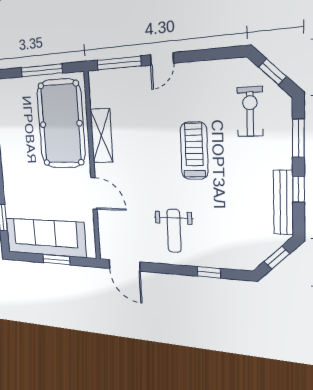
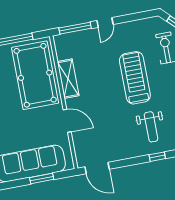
treadmill: (194, 151) -> (135, 78), width x1.37, depth x1.37
weight bench: (174, 231) -> (151, 127), moved

